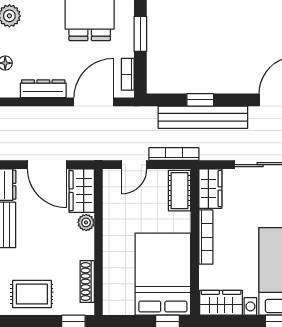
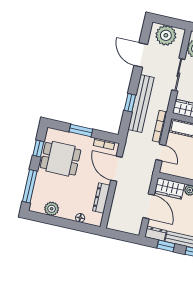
door: (47, 165) -> (149, 206), hinge flipped

